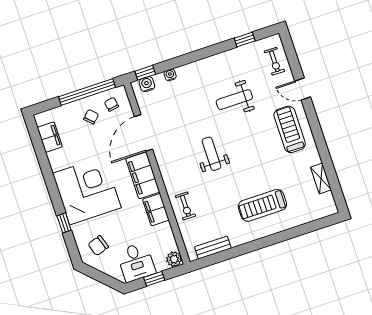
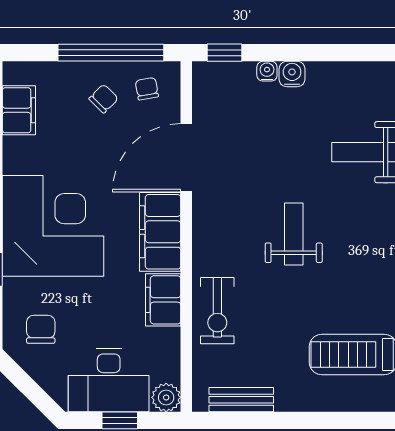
water cooler: (147, 84) -> (292, 74), moved
exercise bike: (185, 206) -> (217, 311), width x1.38, depth x1.39
chair: (98, 246) -> (41, 329), turned 108
desk: (136, 262) -> (109, 380), width x1.37

